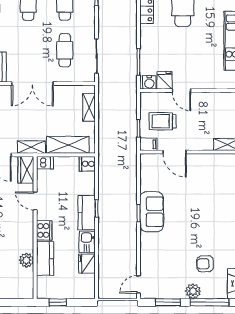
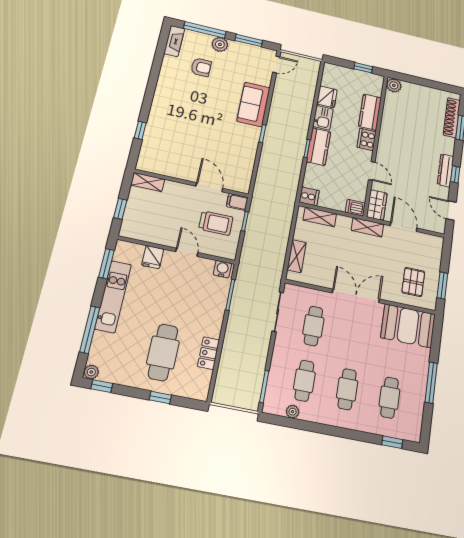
fridge: (165, 80) -> (153, 257), moved
shelving: (68, 145) -> (320, 217), width x0.67, depth x0.75
sofa: (152, 212) -> (254, 104), moved
plant: (26, 260) -> (394, 85), moved

